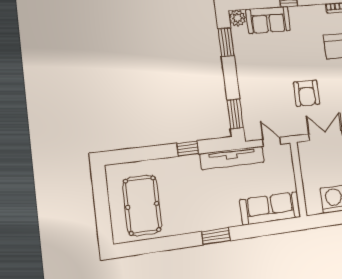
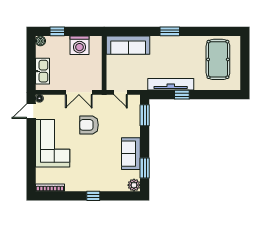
sofa: (268, 20) -> (131, 154), moved, turned -90
armchair: (307, 93) -> (89, 125), turned -90
tv unit: (232, 158) -> (171, 84), moved

